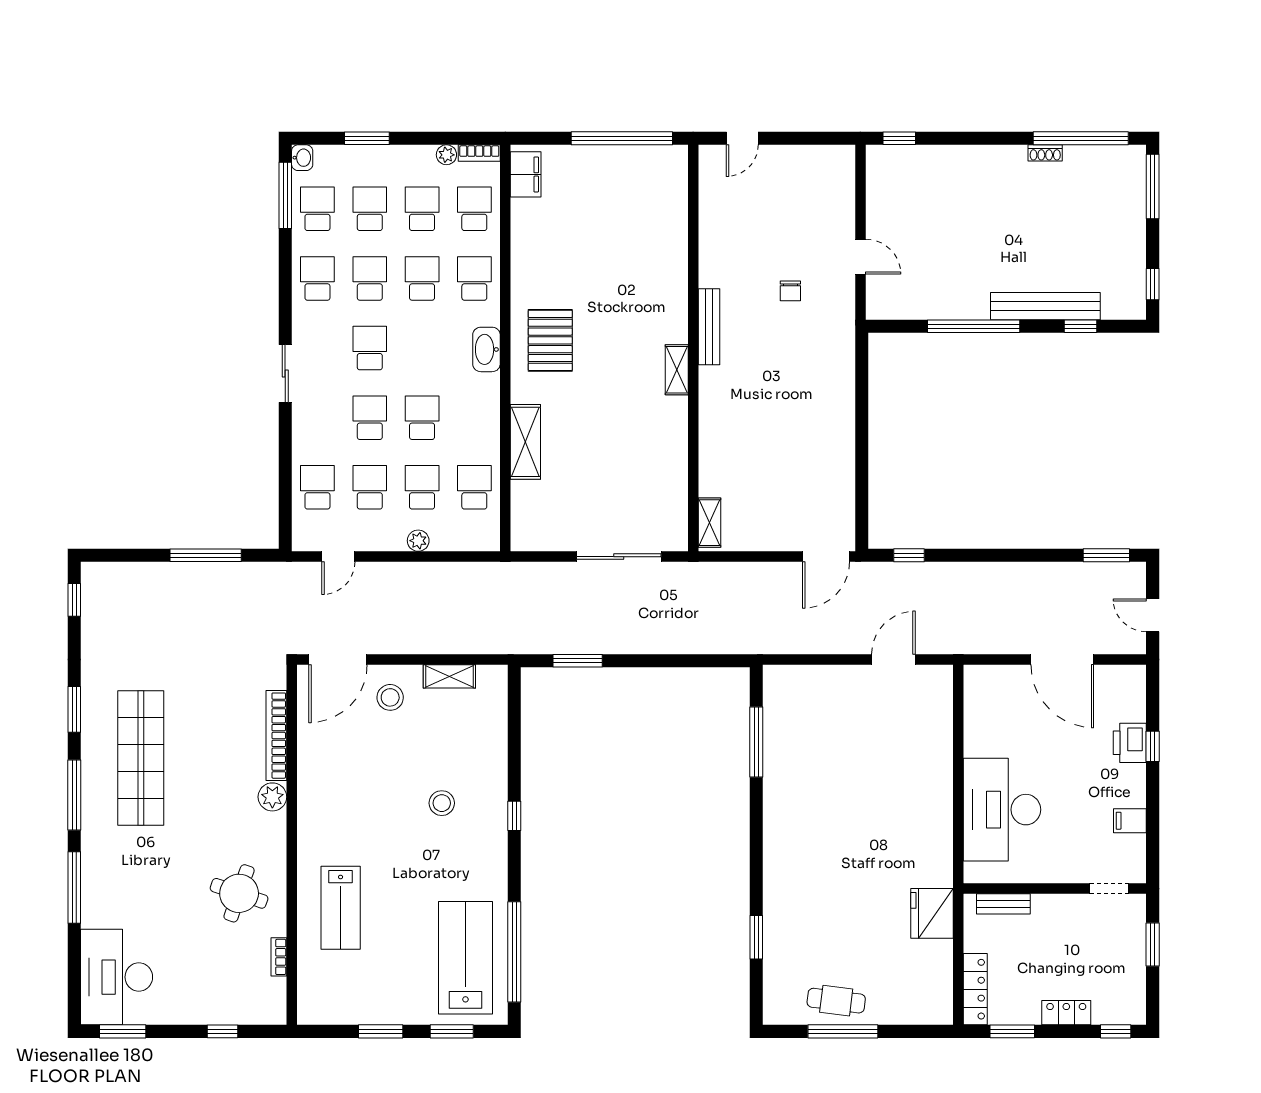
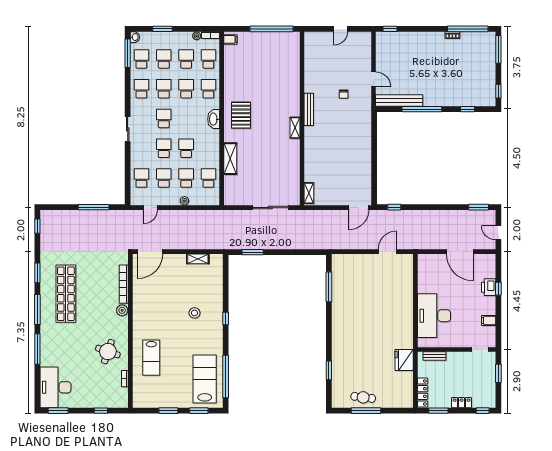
door: (742, 138) -> (341, 29), moved
filing cabinet: (526, 174) -> (230, 39), width x0.50
bench: (1045, 306) -> (399, 101), moved
stool: (390, 697) -> (172, 268), removed

